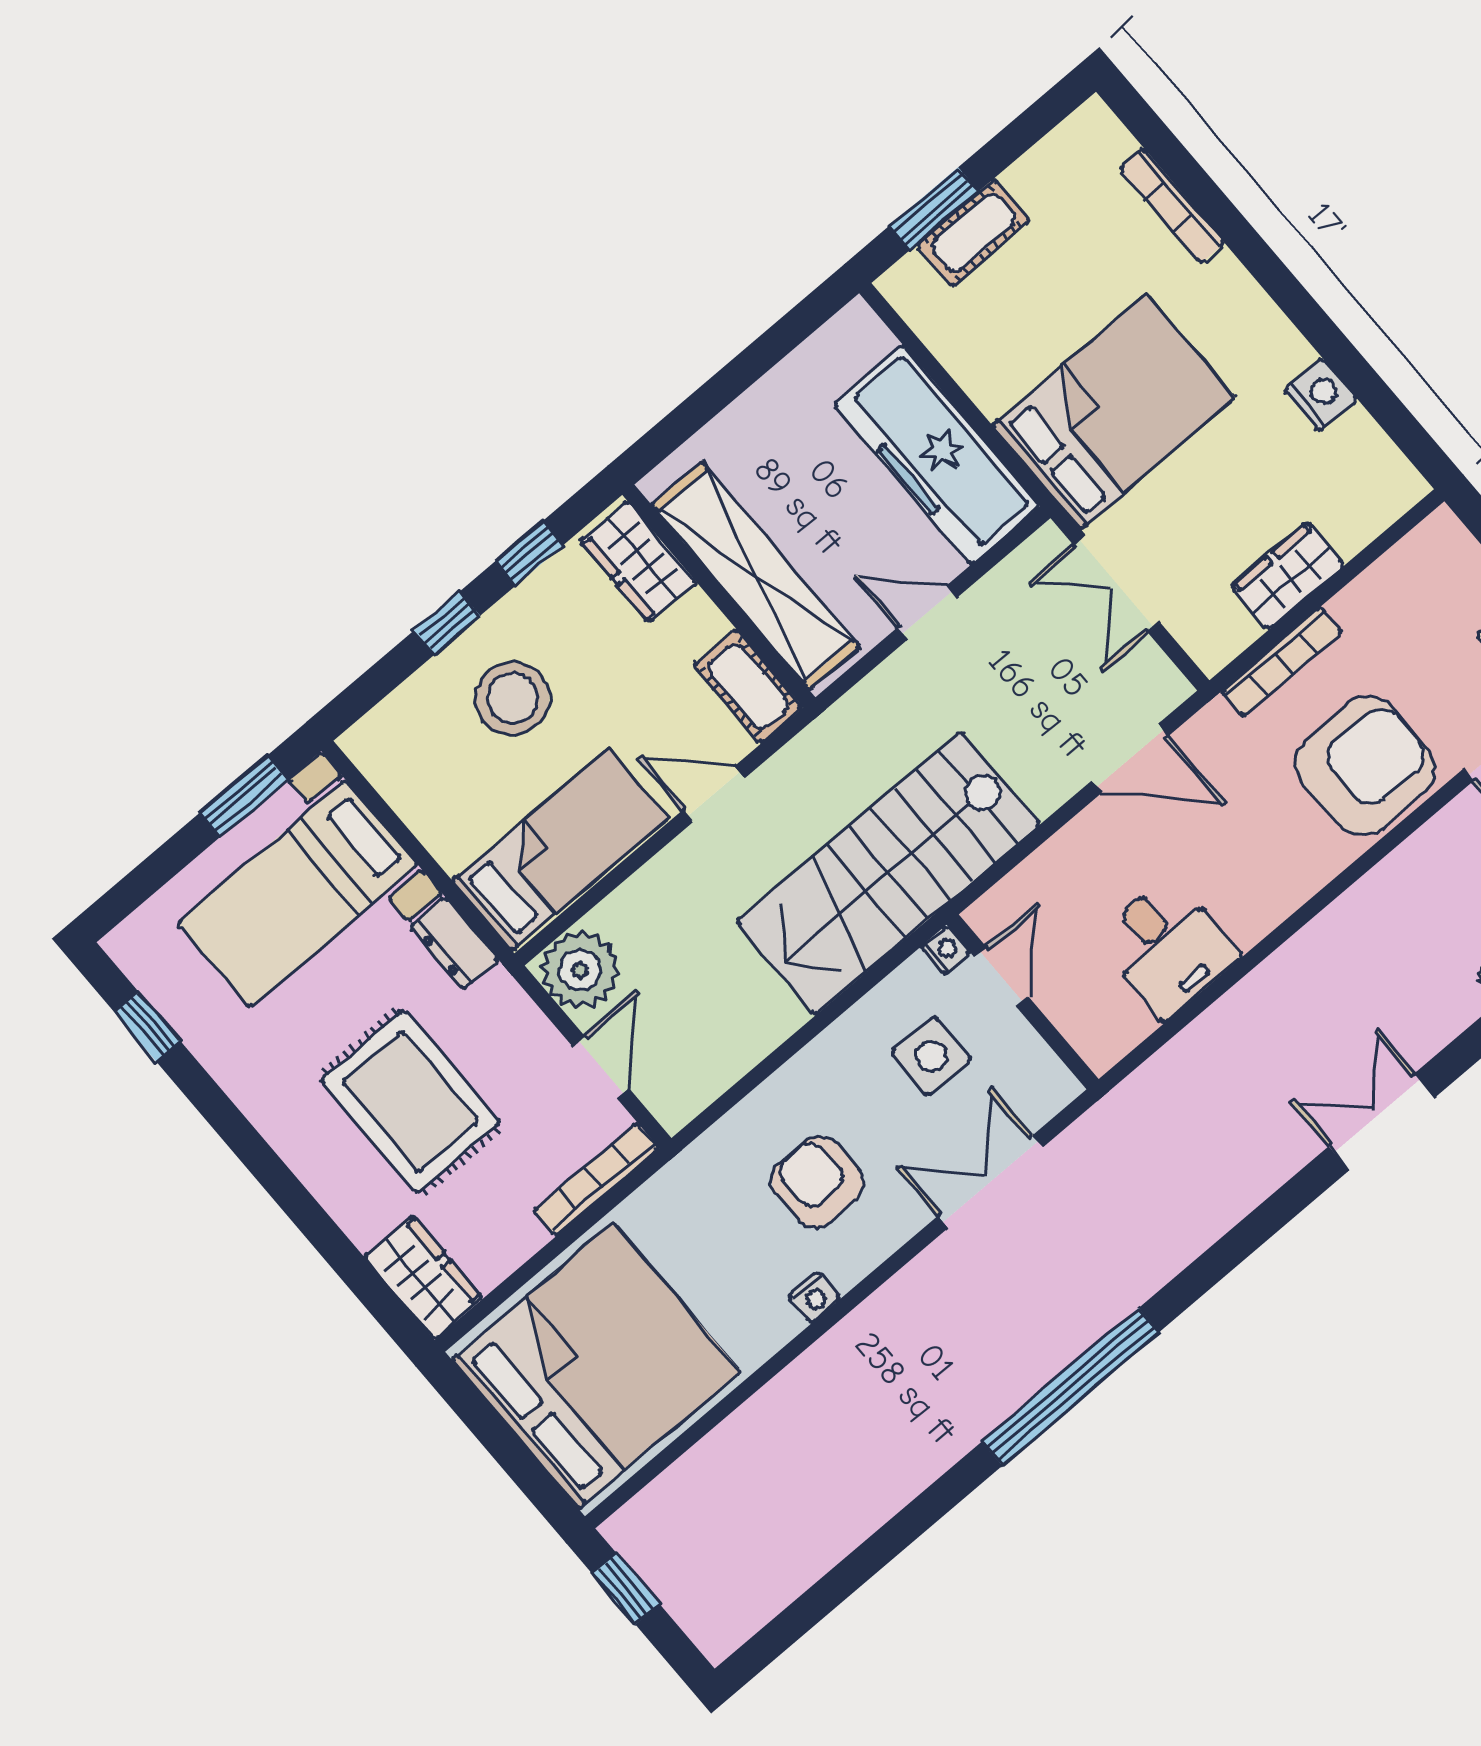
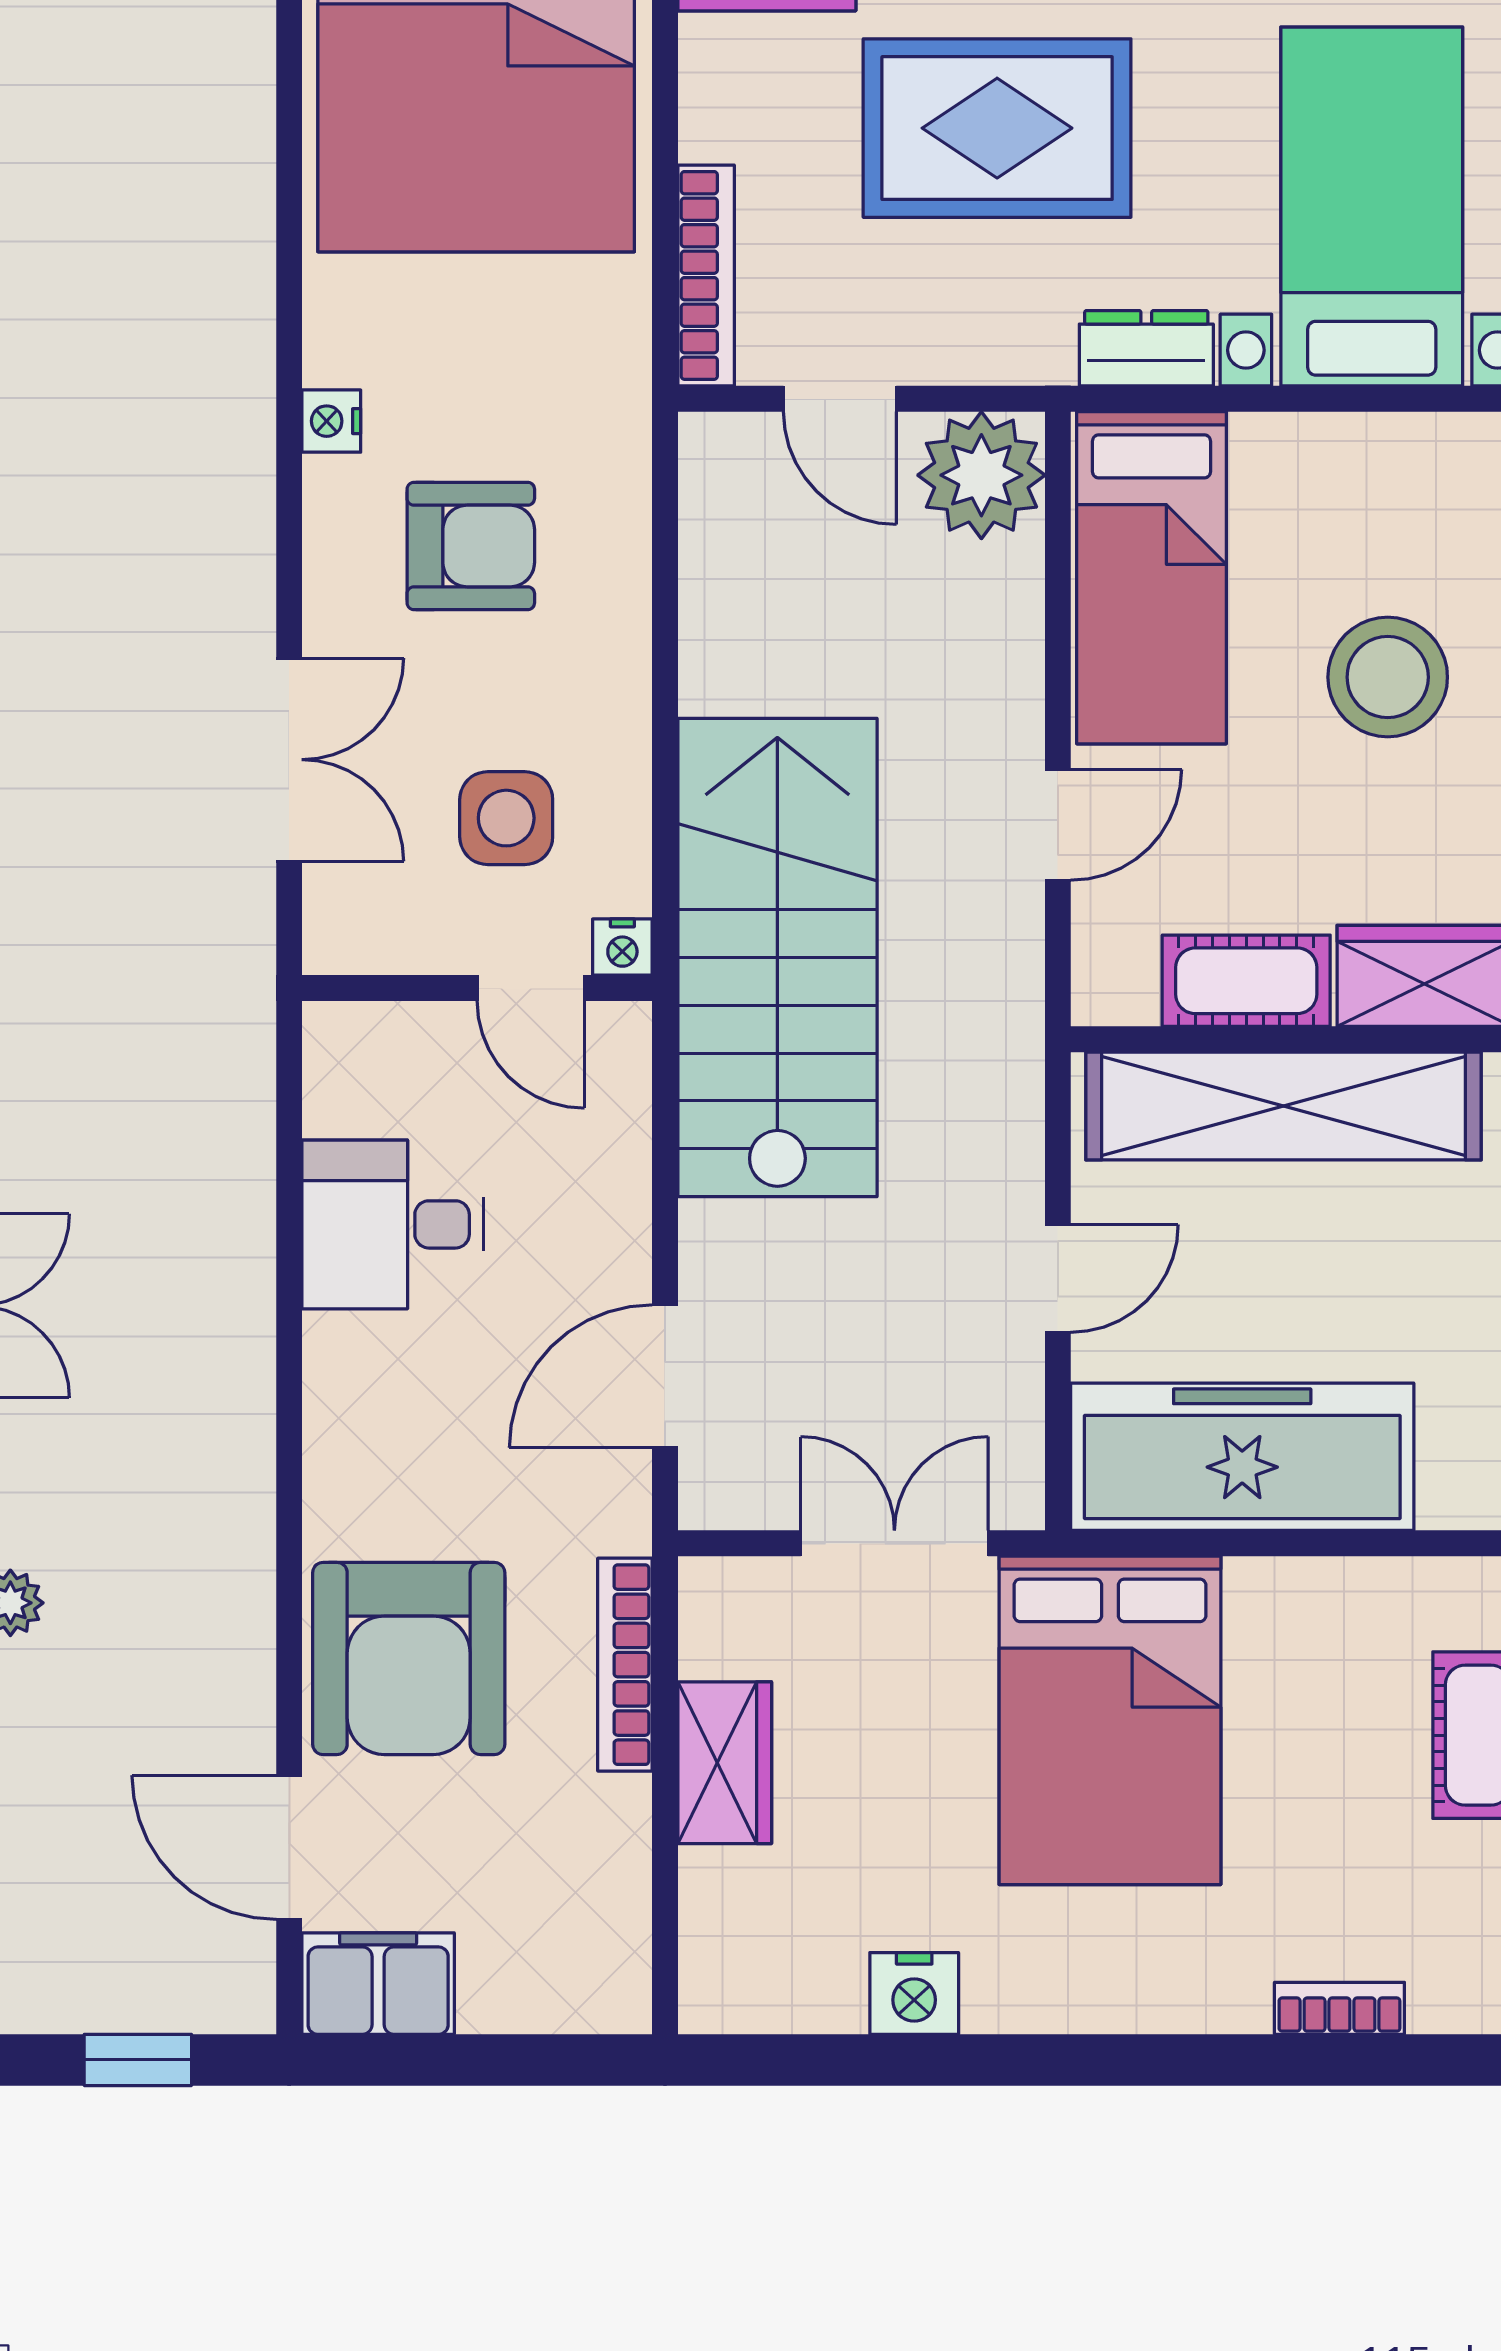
bookcase: (1172, 206) -> (1339, 2008), width x0.64
cot: (748, 686) -> (1246, 981), moved

